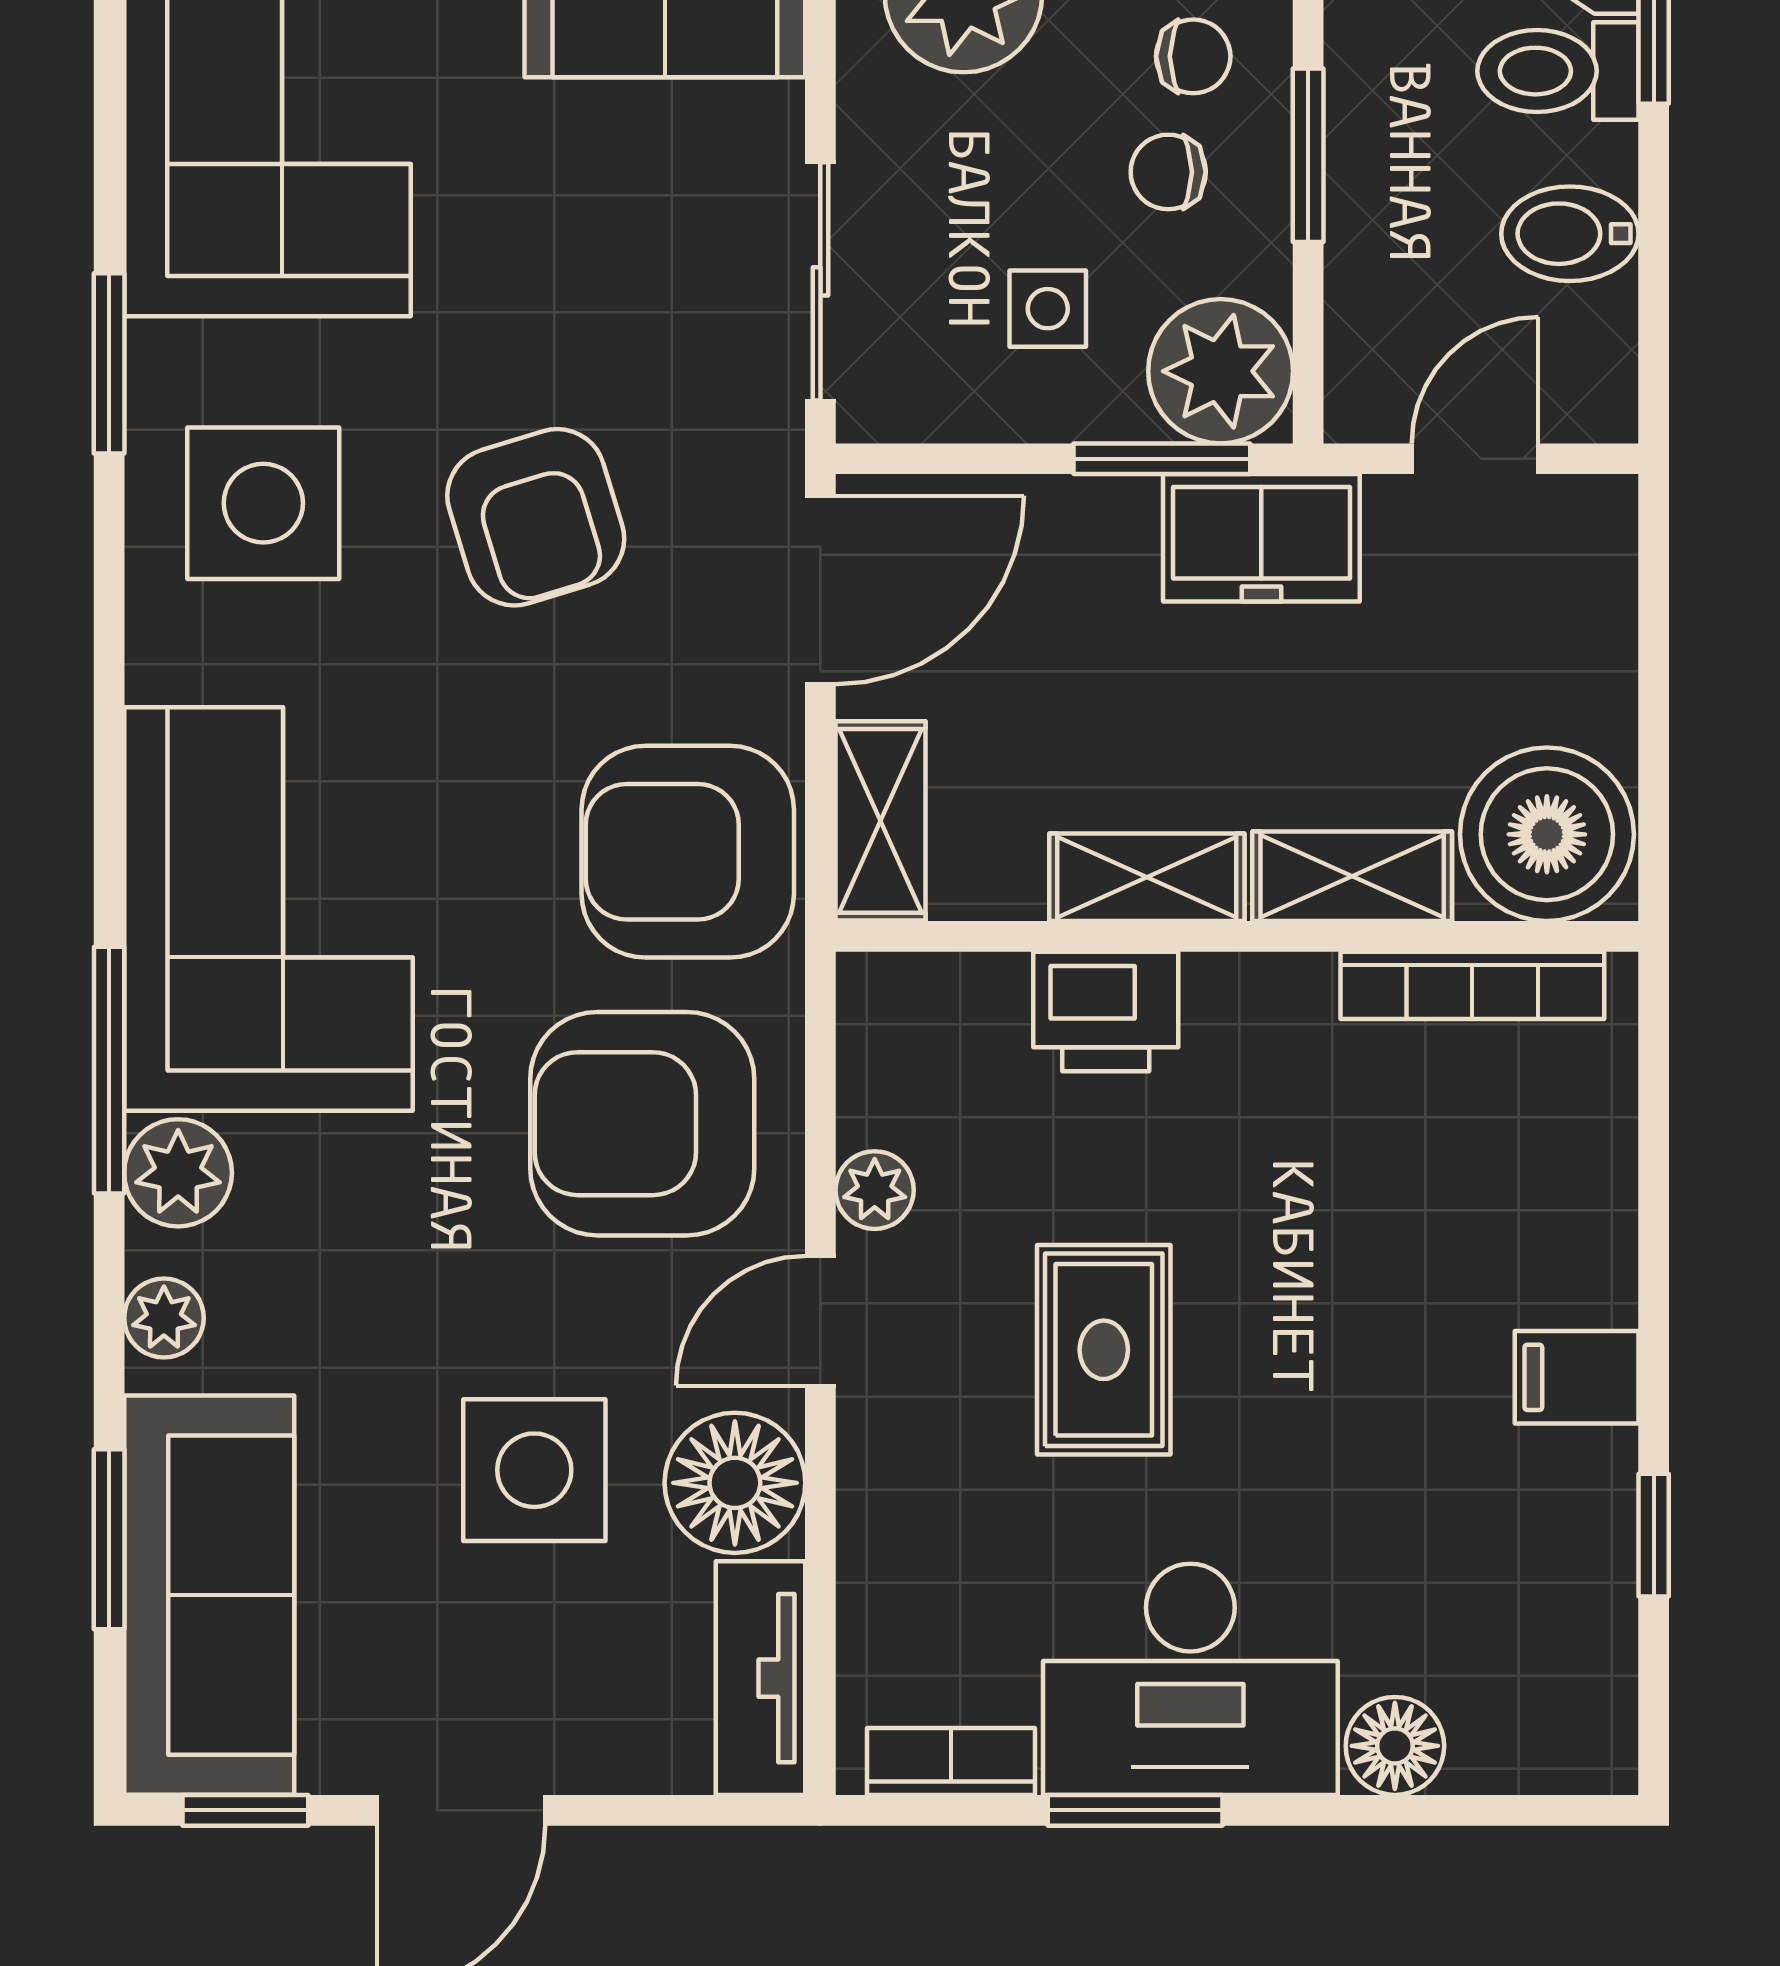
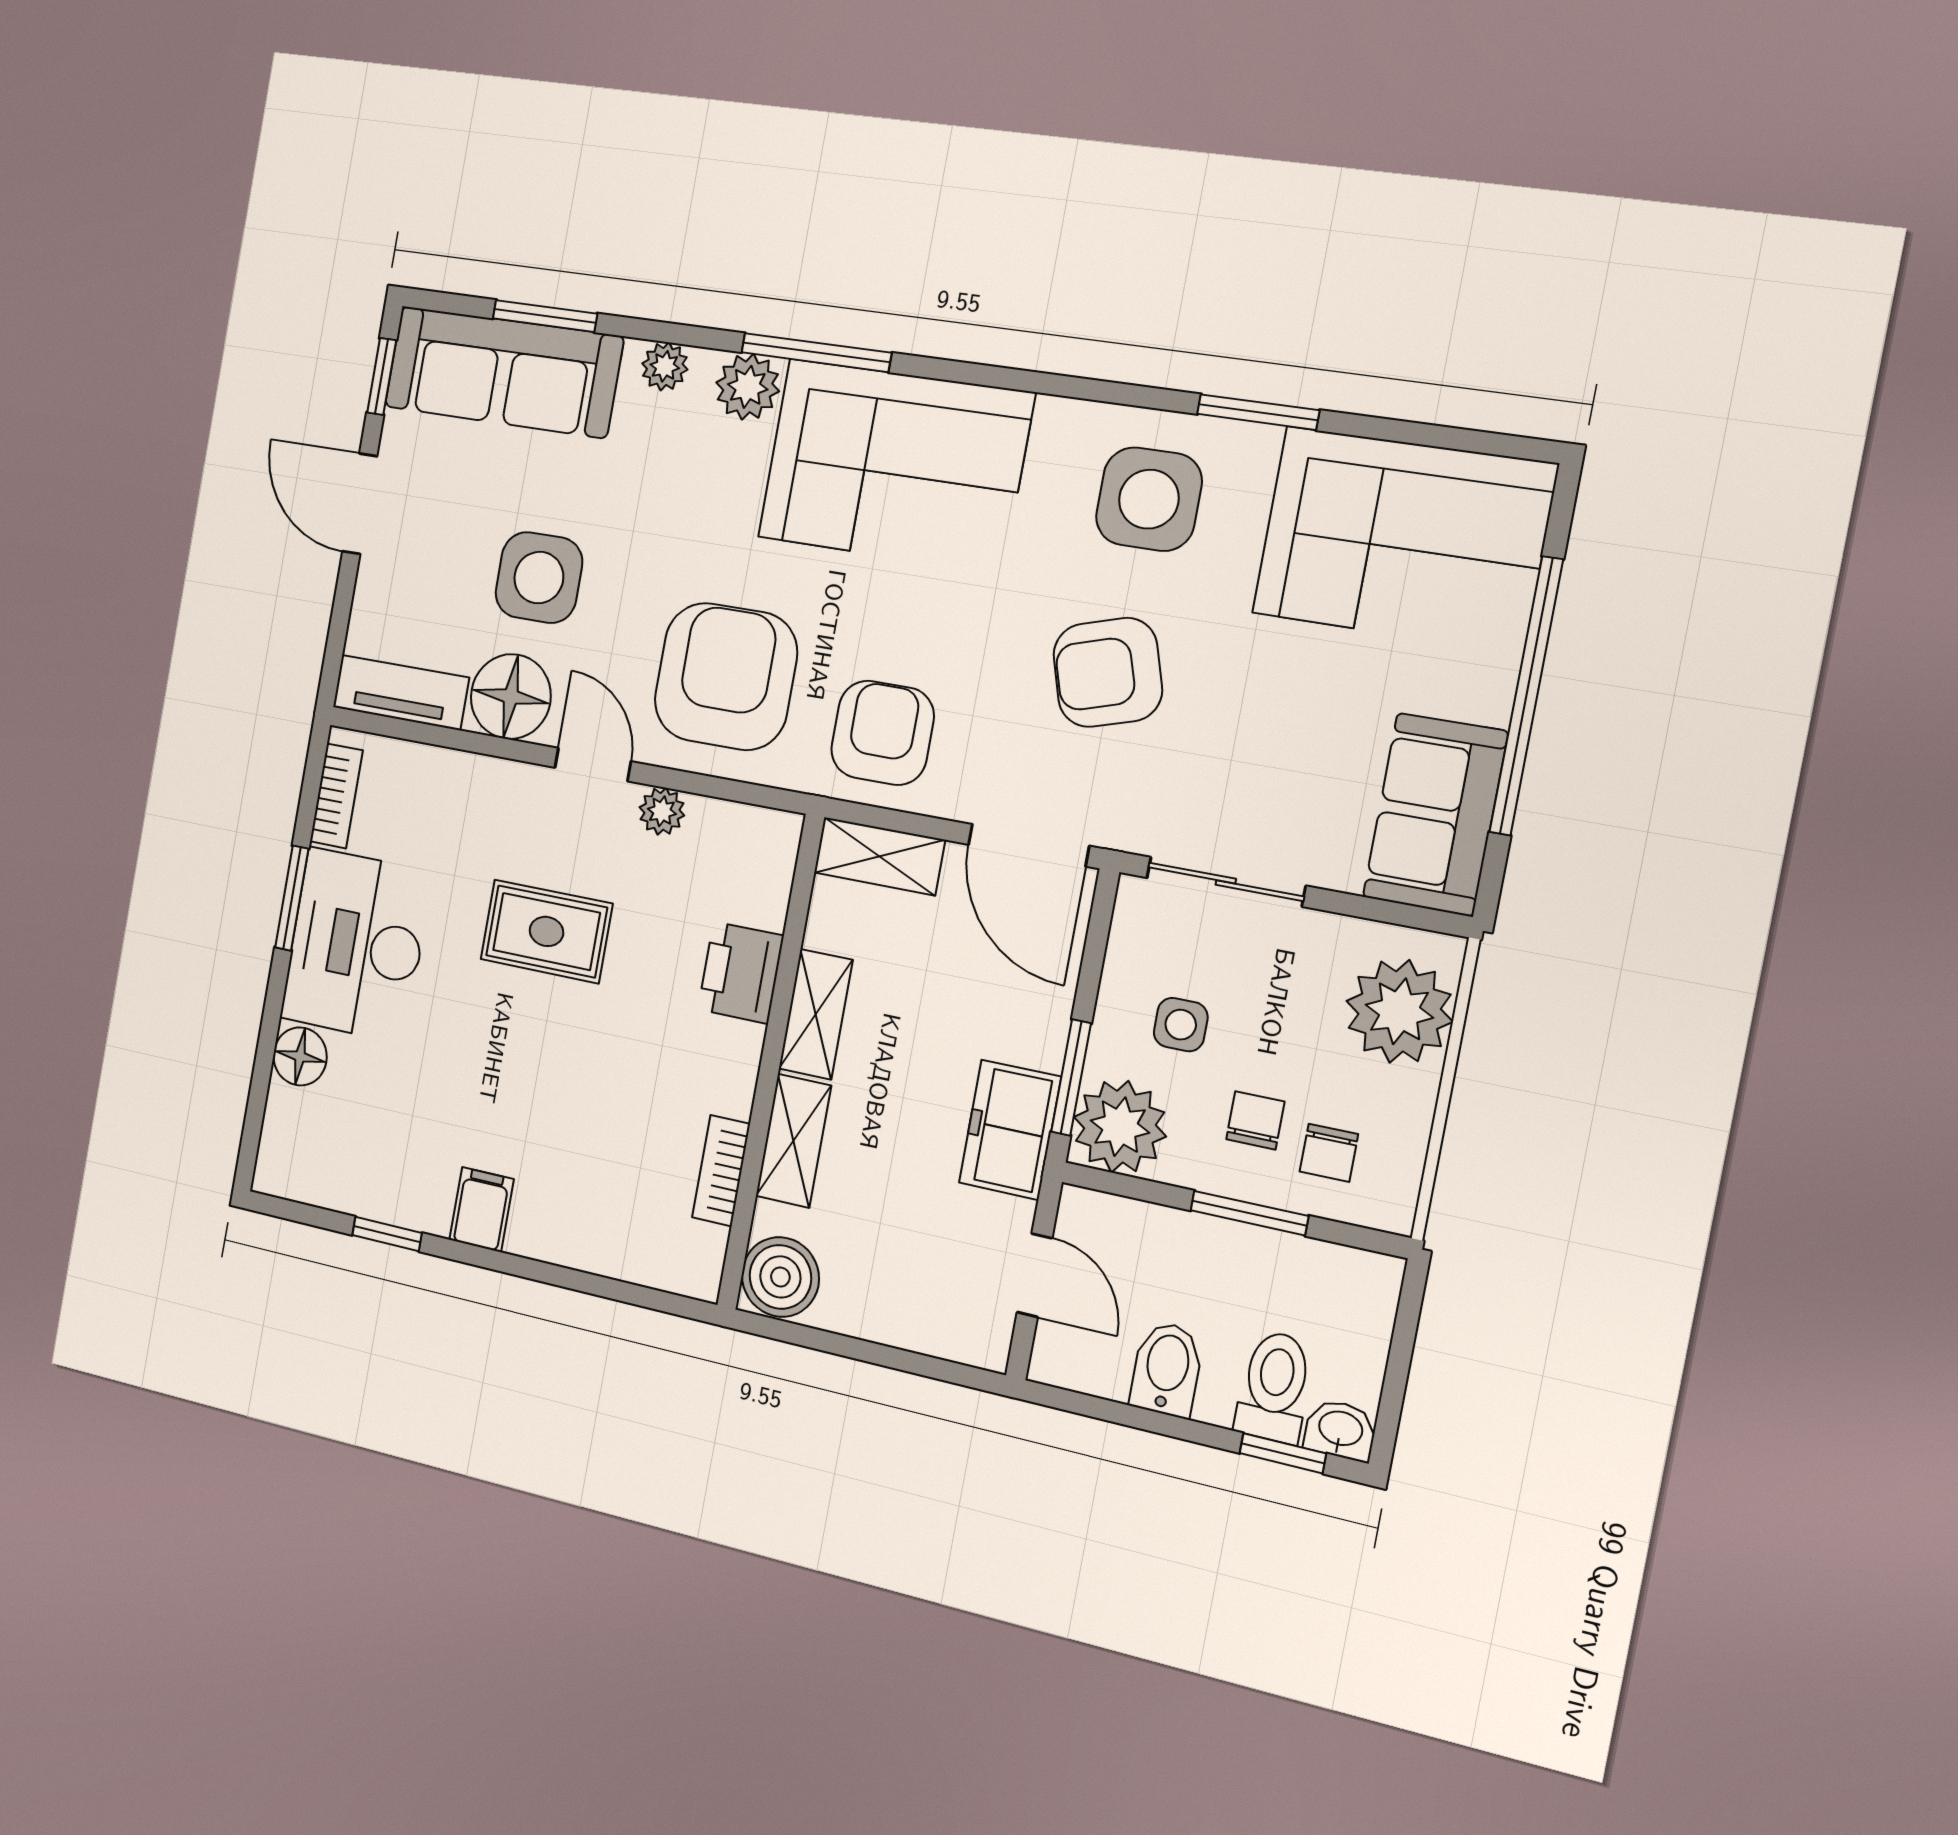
boiler: (1547, 834) -> (780, 1277), width x0.73, depth x0.73
armchair: (688, 852) -> (883, 733), width x0.73, depth x0.73
bookcase: (1472, 985) -> (721, 1171), width x0.64

